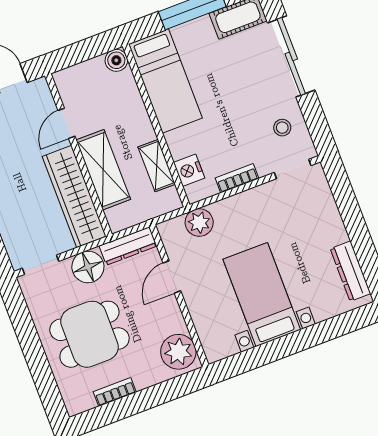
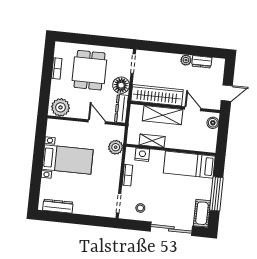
boiler: (116, 60) -> (213, 123), moved

